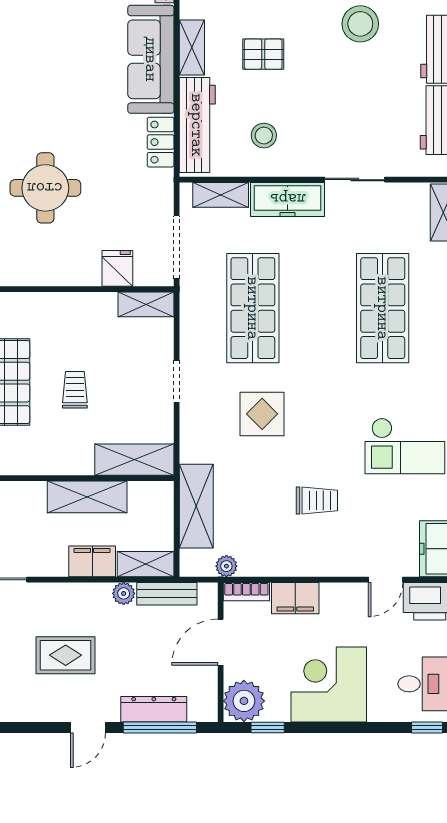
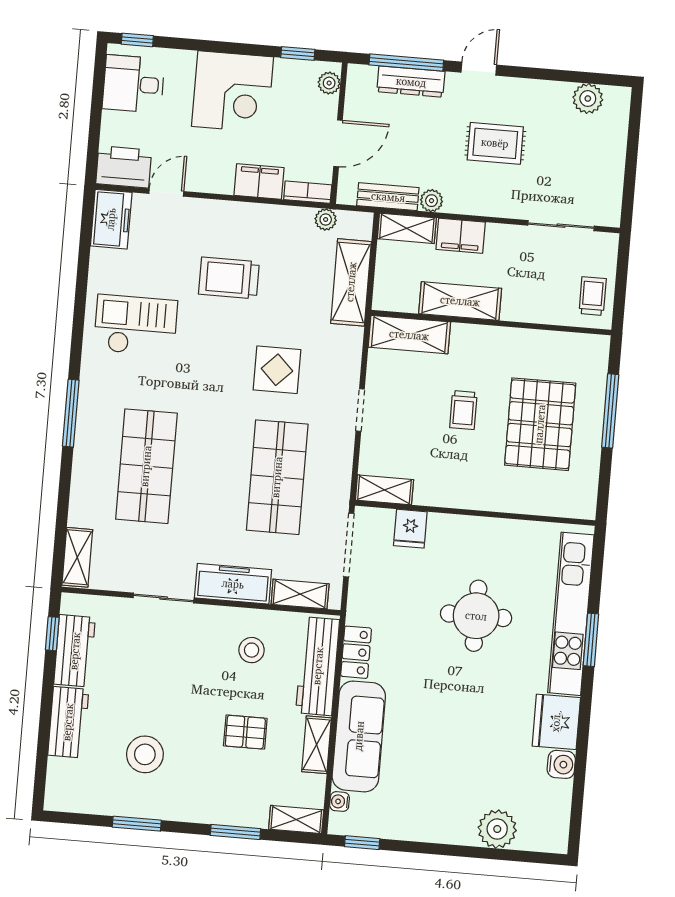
trolley: (317, 500) -> (229, 278), width x1.36, depth x1.39
plant: (244, 701) -> (329, 83), width x0.53, depth x0.53

